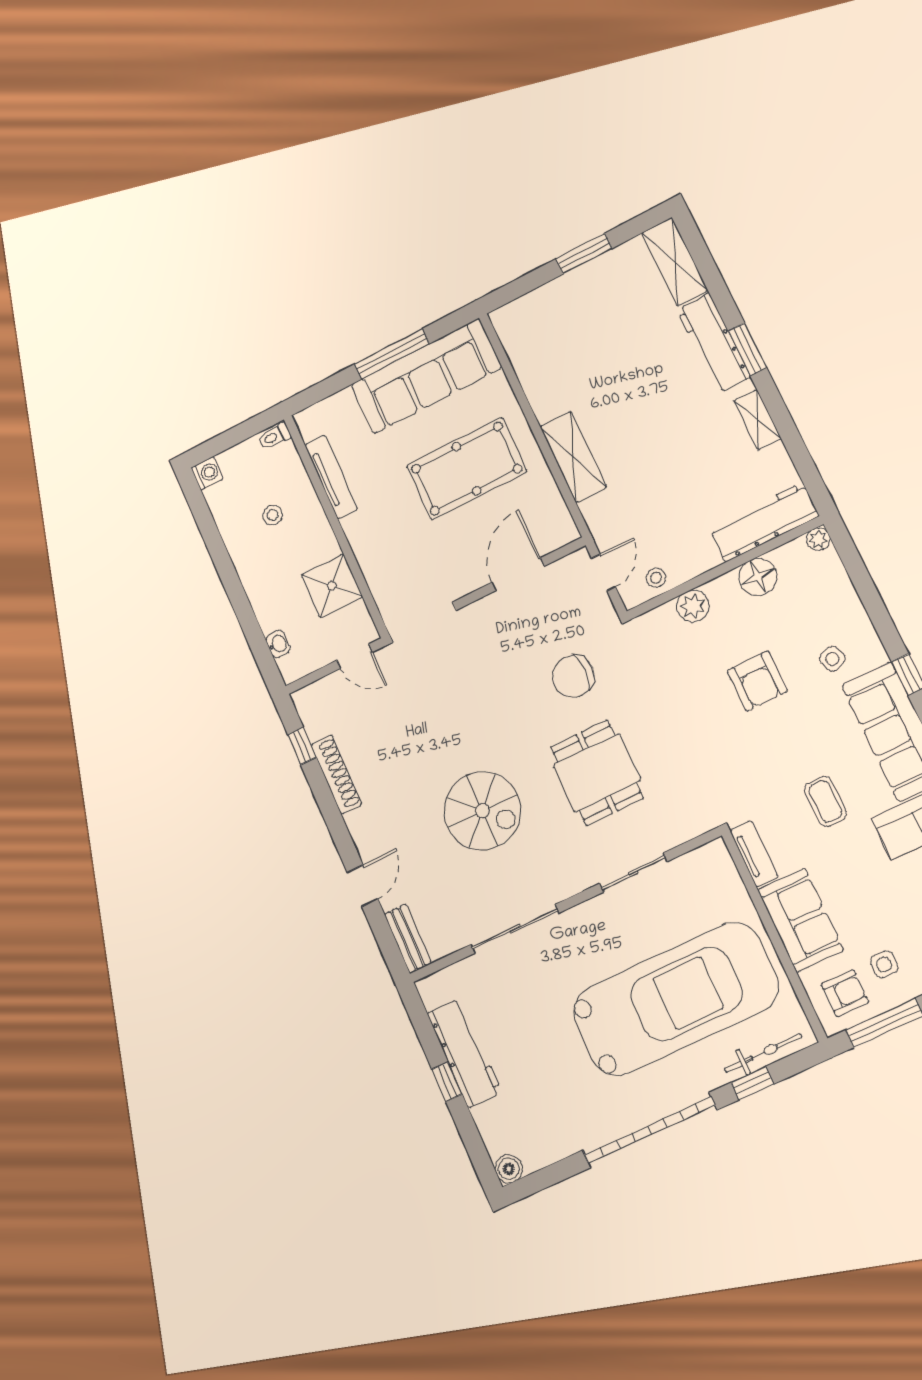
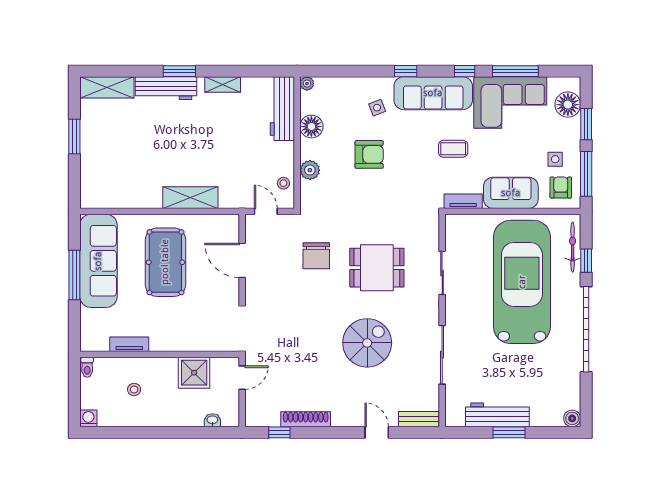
tv unit: (331, 477) -> (129, 344), width x0.71
window: (447, 1082) -> (509, 432), width x1.50

